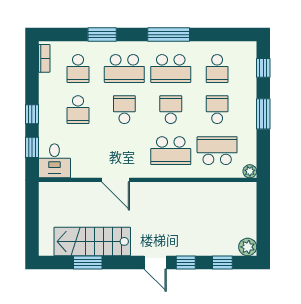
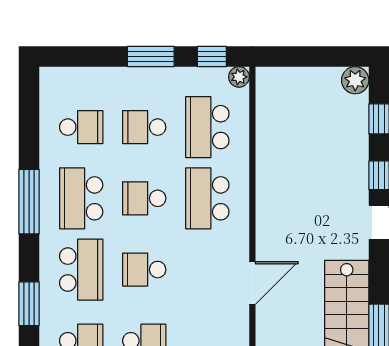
window: (263, 68) -> (212, 56), moved
school desk: (171, 69) -> (81, 198), turned 180
school desk: (171, 151) -> (207, 198), turned 180

